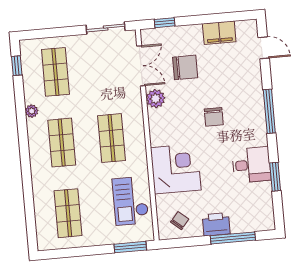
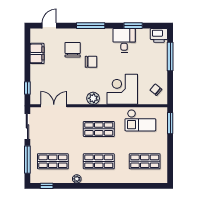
window: (54, 33) -> (27, 160), added
chair: (185, 67) -> (73, 50), moved
plant: (156, 99) -> (93, 98), moved
printer: (216, 224) -> (159, 35), moved, turned -90

